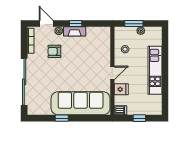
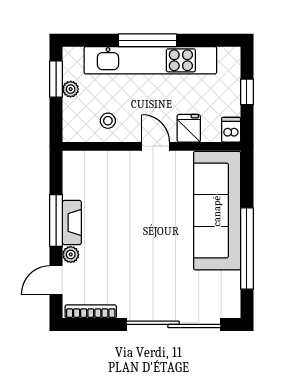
window: (76, 24) -> (56, 221), width x2.17
window: (134, 24) -> (56, 79), moved
armchair: (54, 51) -> (112, 263), removed
window: (165, 69) -> (147, 40), added
kitchen unit: (155, 70) -> (150, 60), width x1.36
window: (62, 118) -> (247, 249), width x3.17

